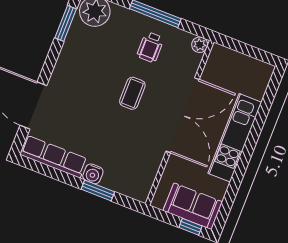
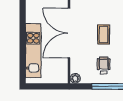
kitchen unit: (235, 138) -> (33, 51), moved

